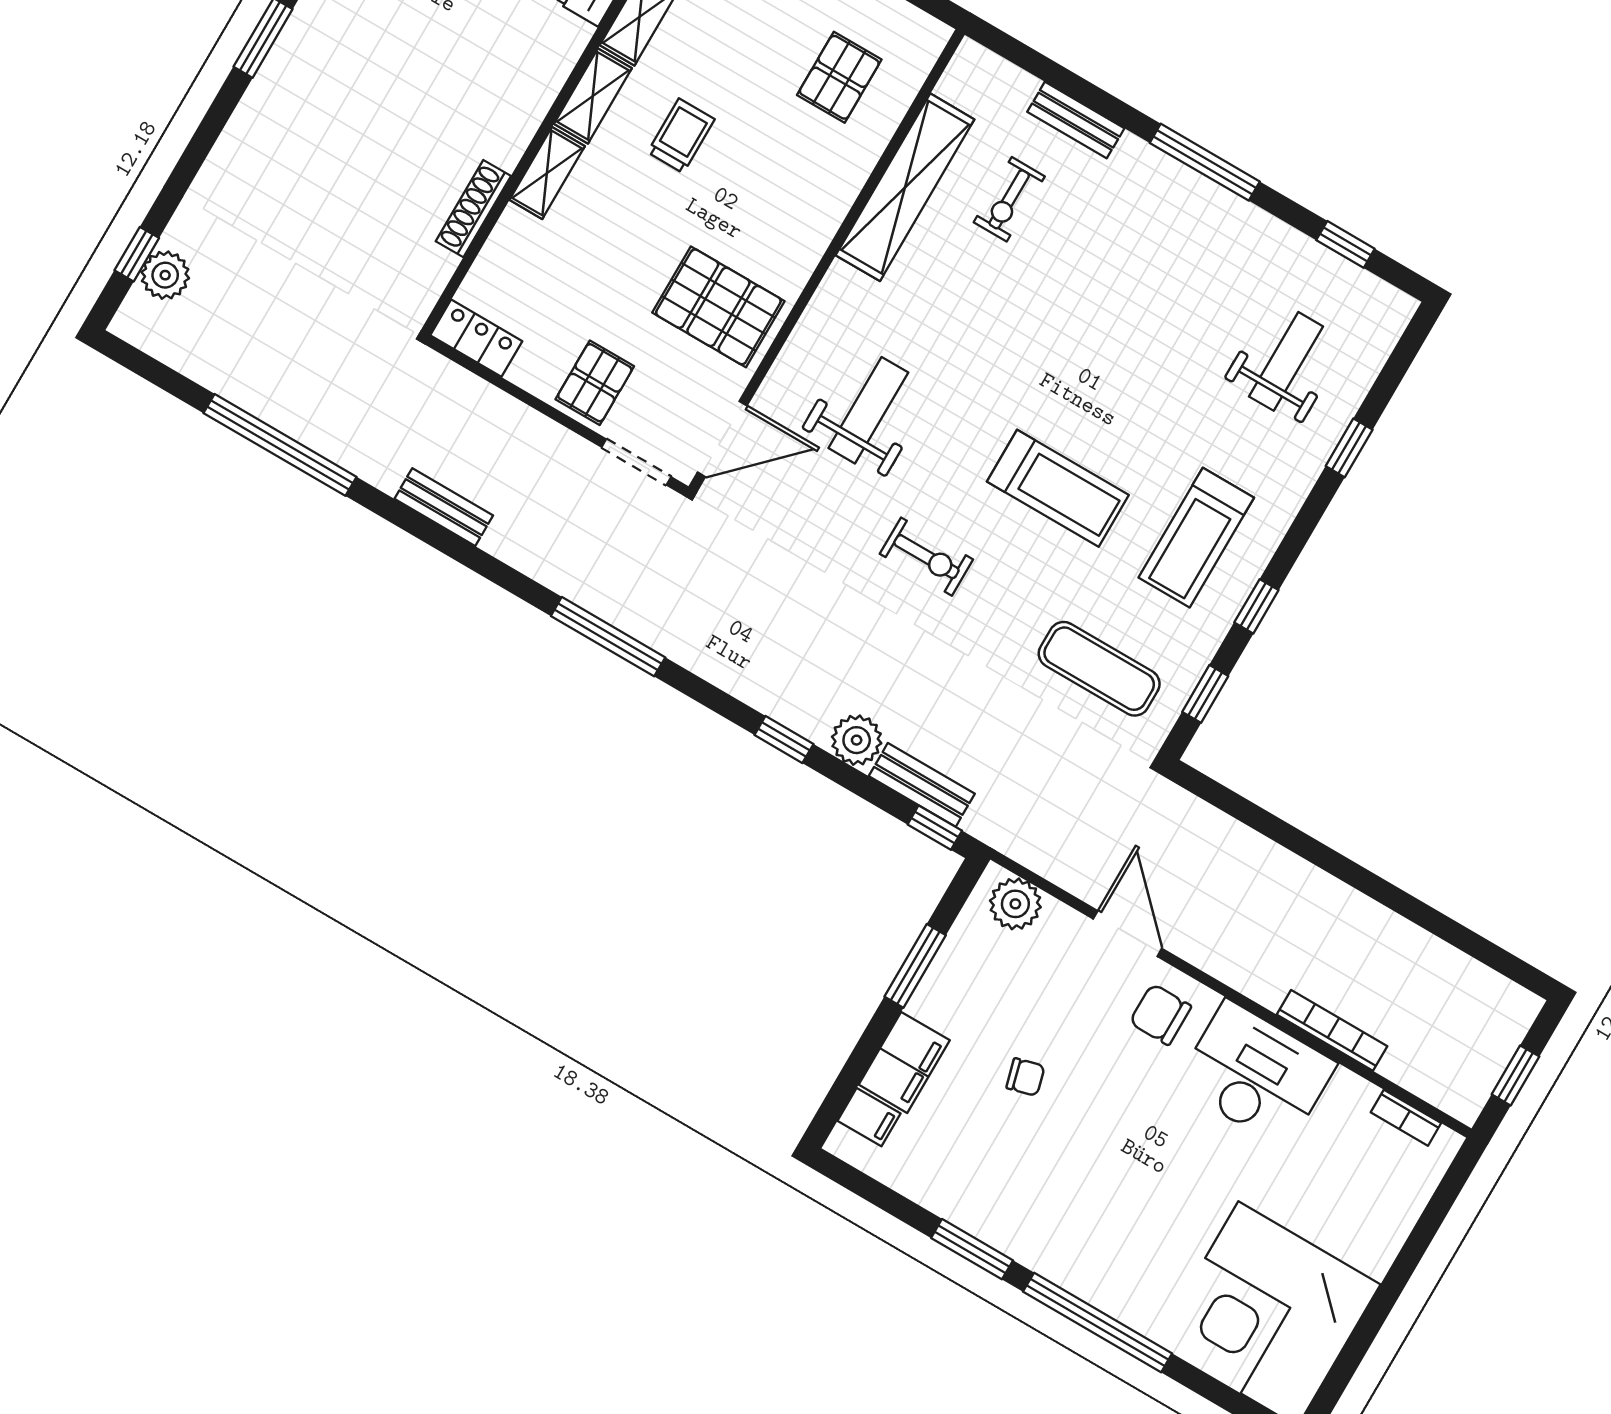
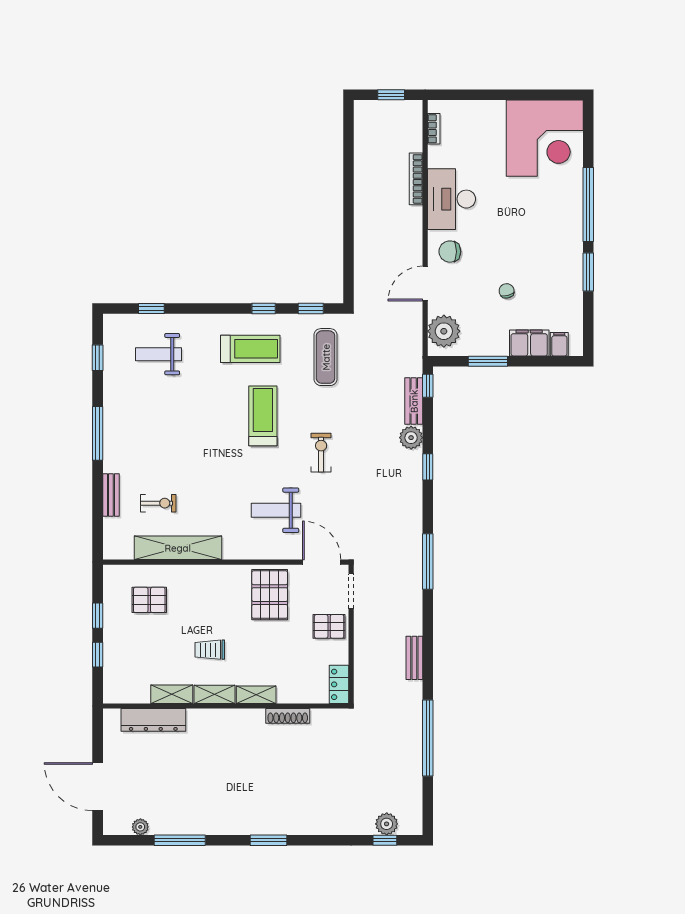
window: (1349, 448) -> (151, 309), moved
plant: (1015, 904) -> (444, 331), width x1.36, depth x1.36
chair: (1160, 1014) -> (450, 252), turned 90

